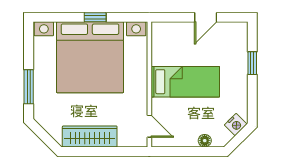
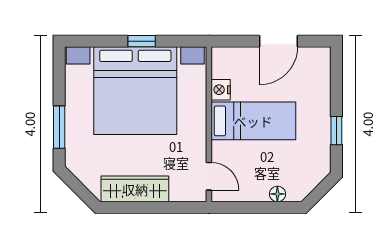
door: (206, 17) -> (278, 41), width x1.38
window: (252, 63) -> (336, 131), moved
nightstand: (236, 125) -> (221, 90), moved, turned 135

